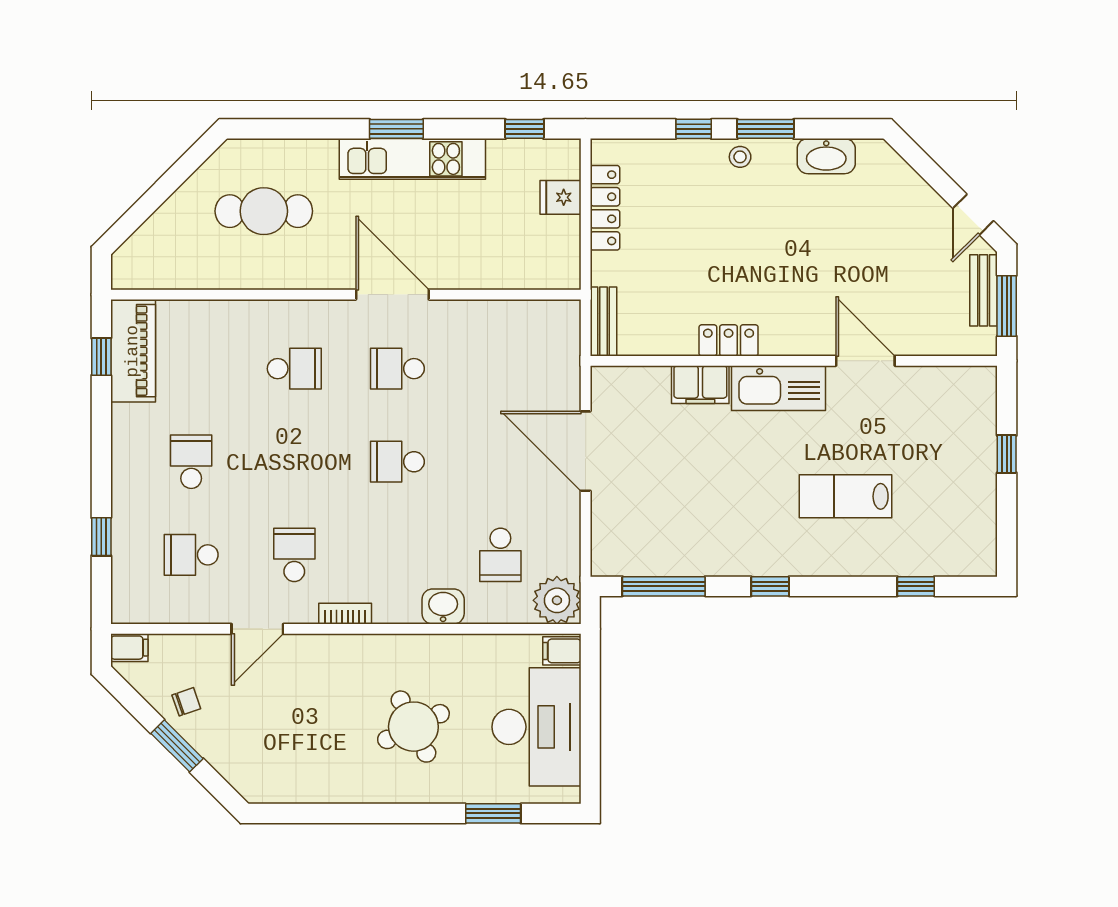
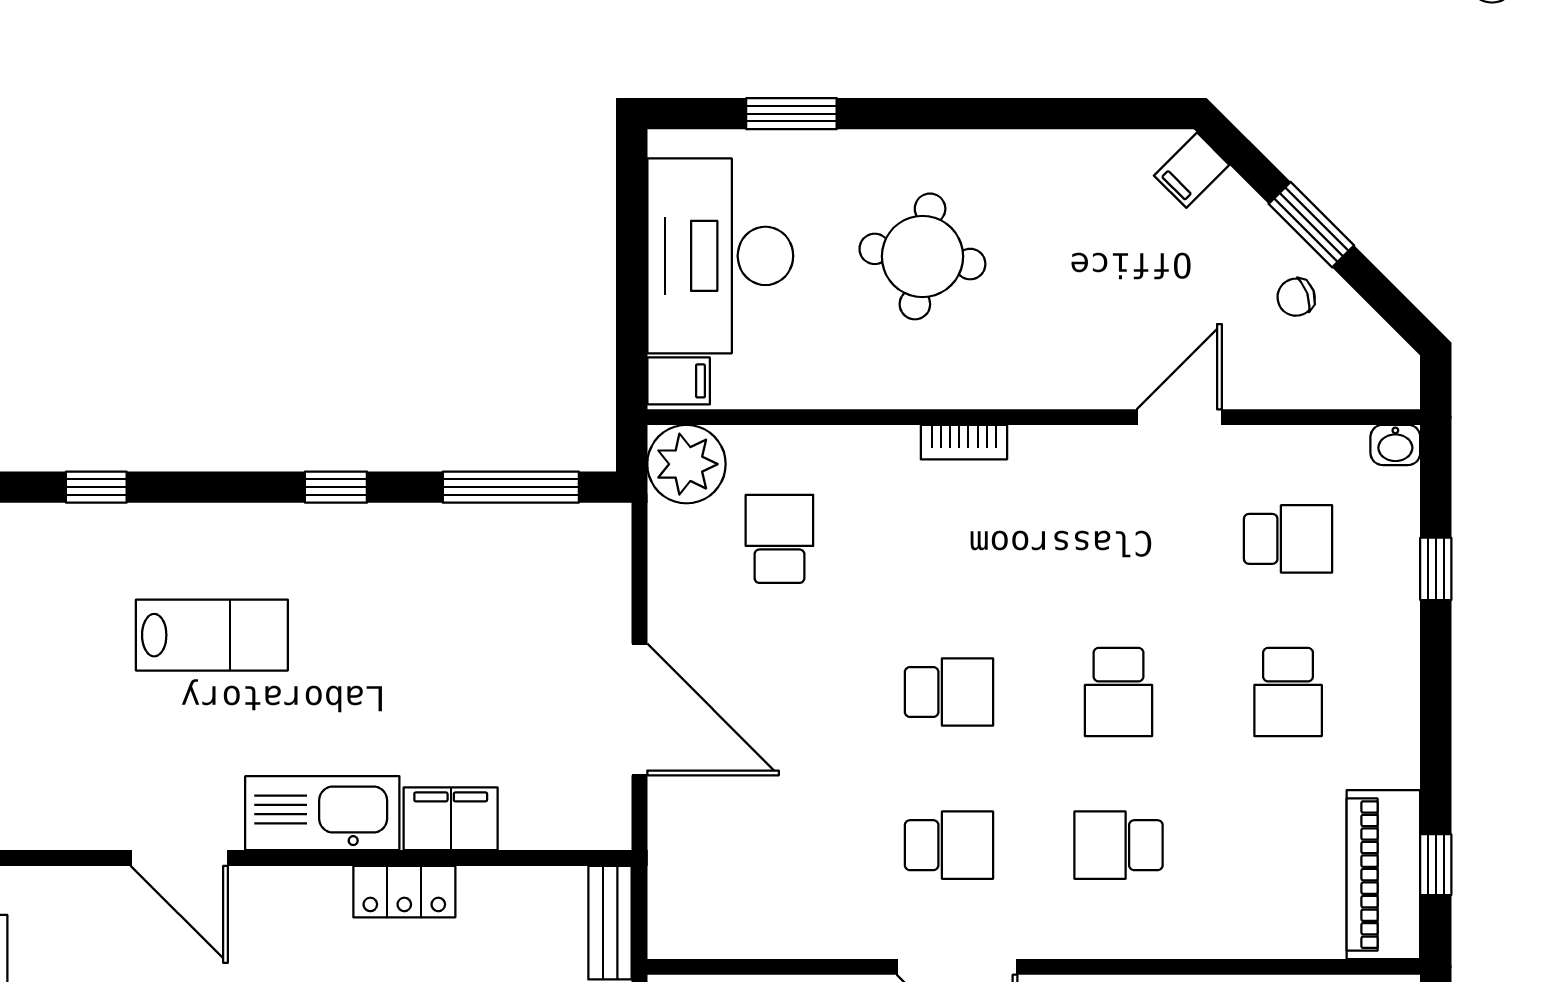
school desk: (294, 555) -> (1119, 692), moved
washbasin: (443, 606) -> (1395, 445), moved, width x0.72, depth x0.69
bookcase: (345, 614) -> (964, 442), moved
filing cabinet: (129, 648) -> (1192, 170), moved, turned -45
round table: (413, 727) -> (922, 256), turned 35

